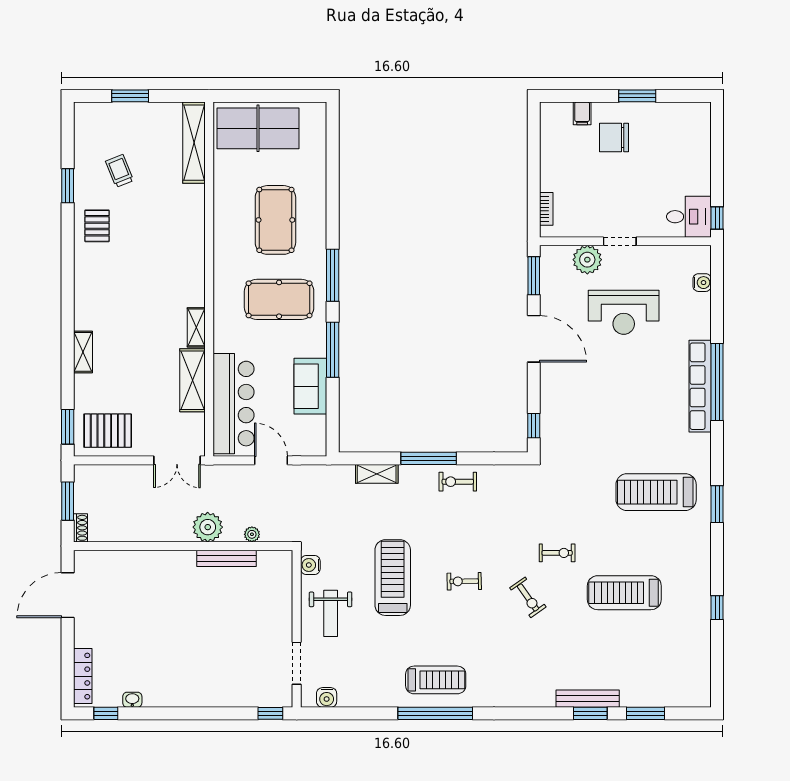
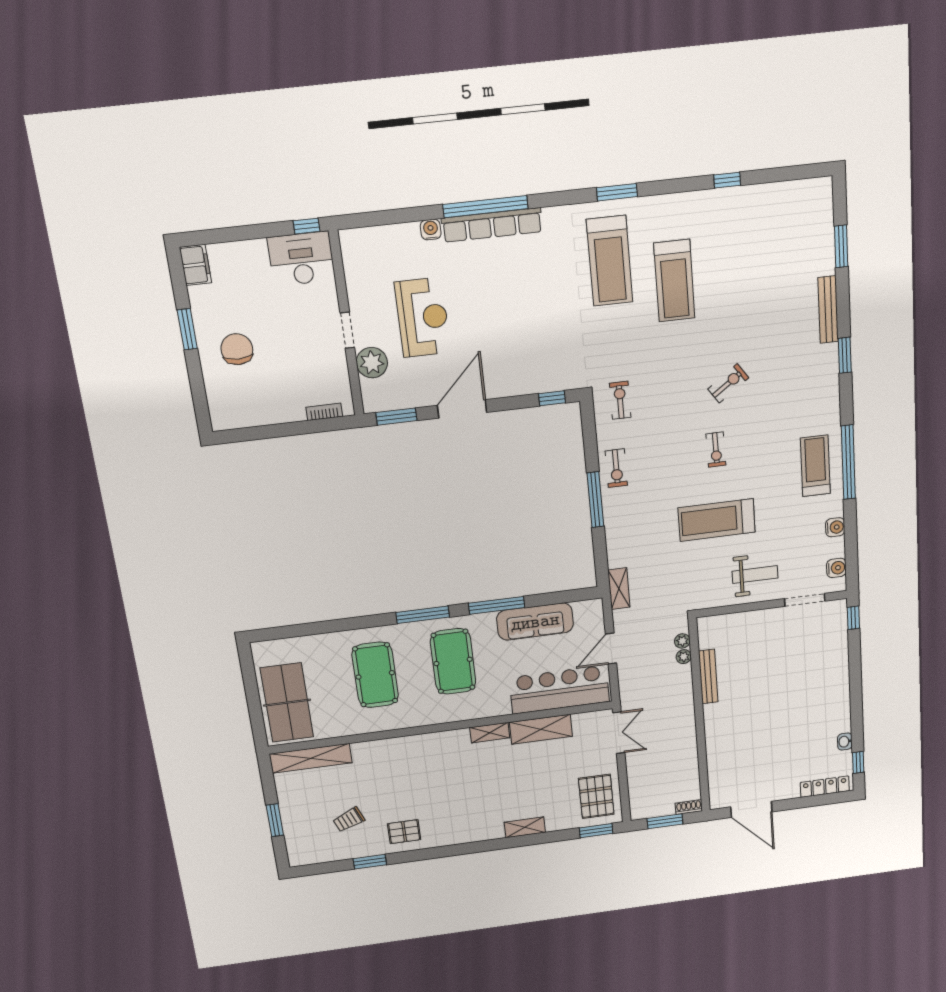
filing cabinet: (582, 113) -> (196, 265), moved, width x2.00
chair: (614, 138) -> (237, 349), turned 180
desk: (689, 217) -> (301, 259), width x1.37
pool table: (275, 220) -> (375, 675), turned 90
water cooler: (702, 283) -> (431, 229), moved
sofa: (310, 386) -> (535, 622), width x1.36
shelving: (377, 474) -> (619, 589), moved
plant: (208, 527) -> (682, 641), moved, width x0.53, depth x0.53
exercise bike: (557, 553) -> (620, 400), moved
water cooler: (310, 565) -> (835, 527), moved, turned -90
treadmill: (624, 593) -> (674, 281), moved
window: (590, 713) -> (845, 355), moved

